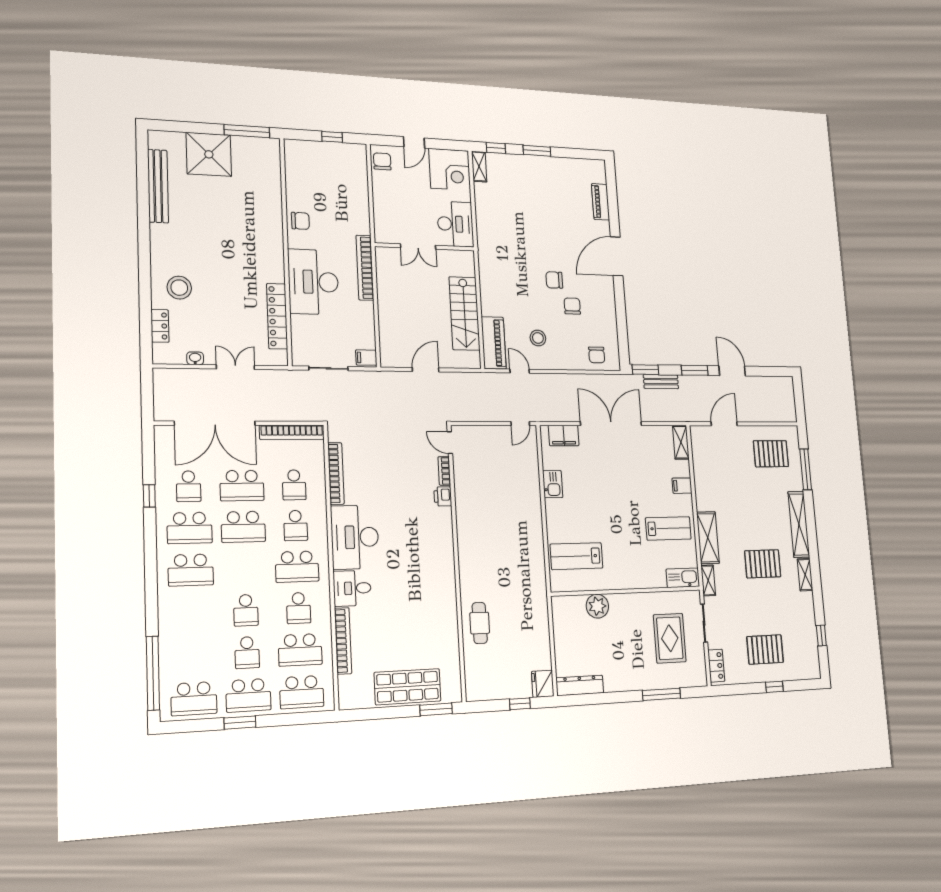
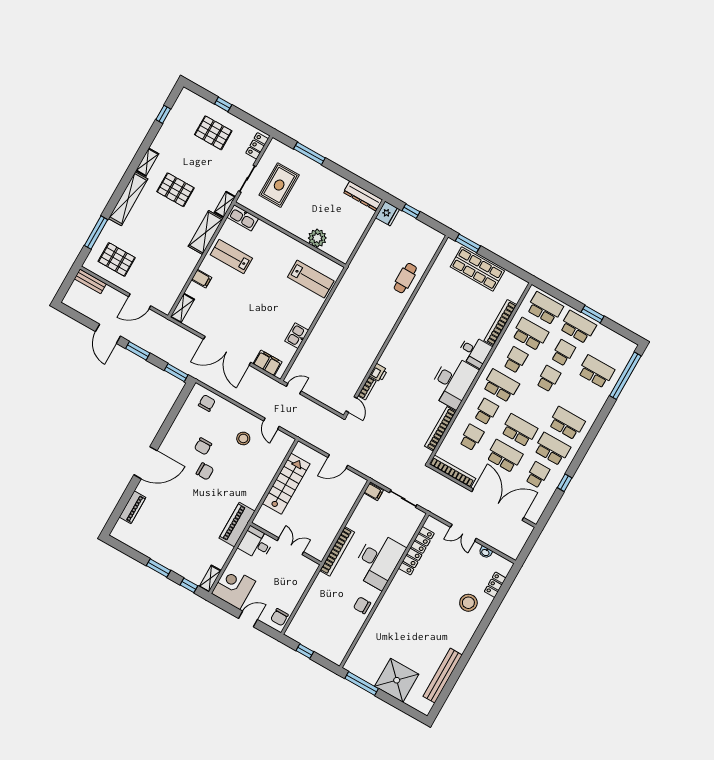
desk: (455, 224) -> (256, 543), width x0.73
piano: (494, 343) -> (237, 525), moved
bench: (661, 382) -> (90, 281), moved
school desk: (194, 699) -> (596, 372), moved

